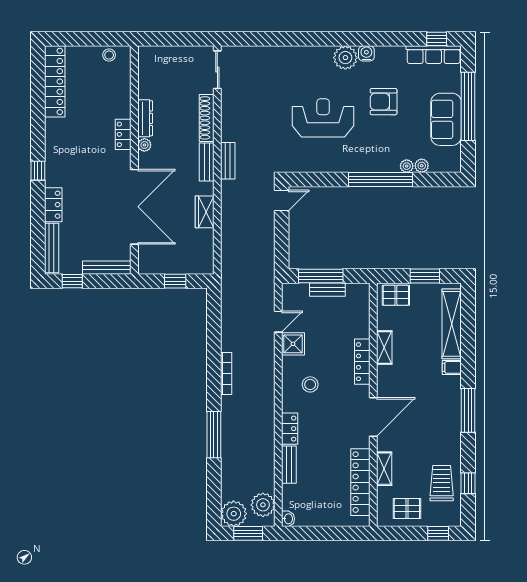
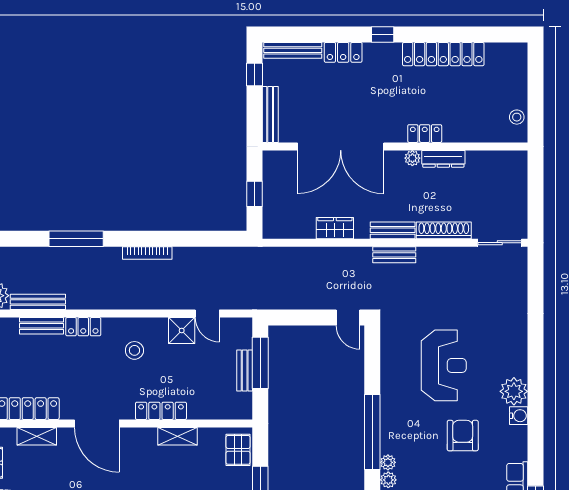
locker: (55, 81) -> (443, 54), moved
bench: (268, 468) -> (38, 302), added

